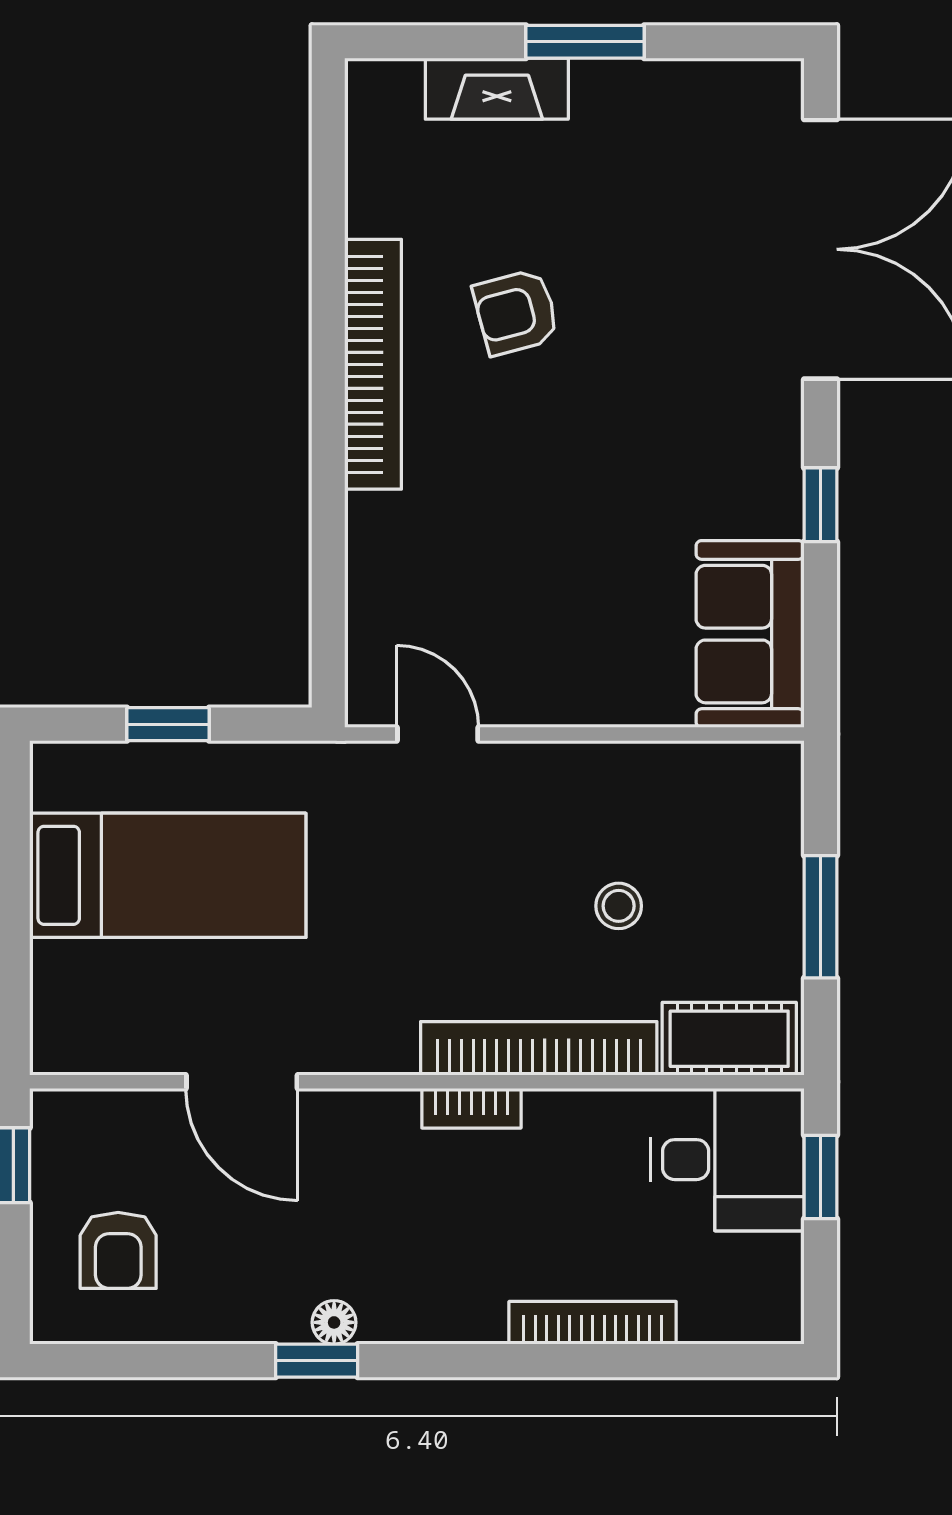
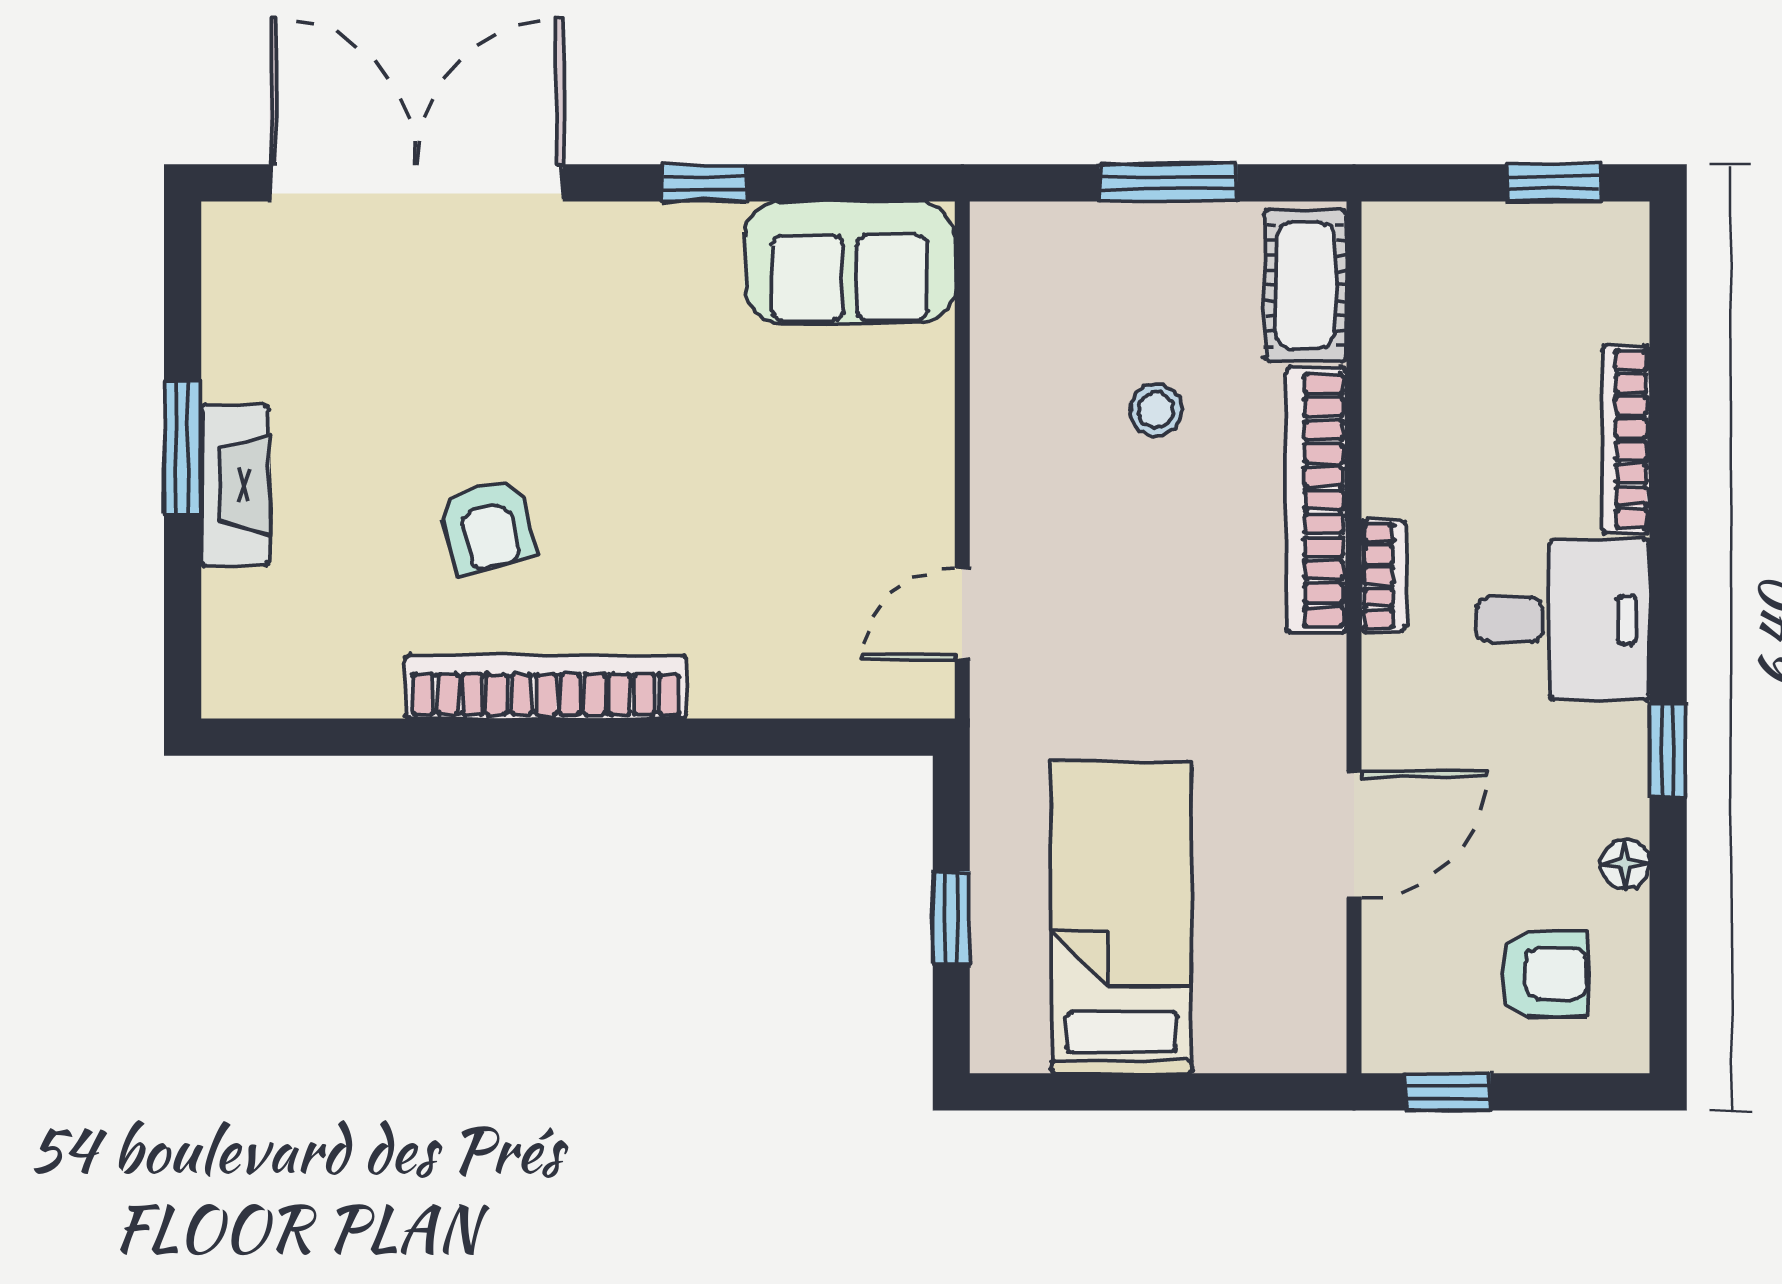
fireplace: (497, 89) -> (236, 485), moved
desk: (727, 1160) -> (1563, 620), moved, turned 90
window: (820, 1177) -> (1554, 183), moved
floor lamp: (334, 1322) -> (1625, 864), moved

